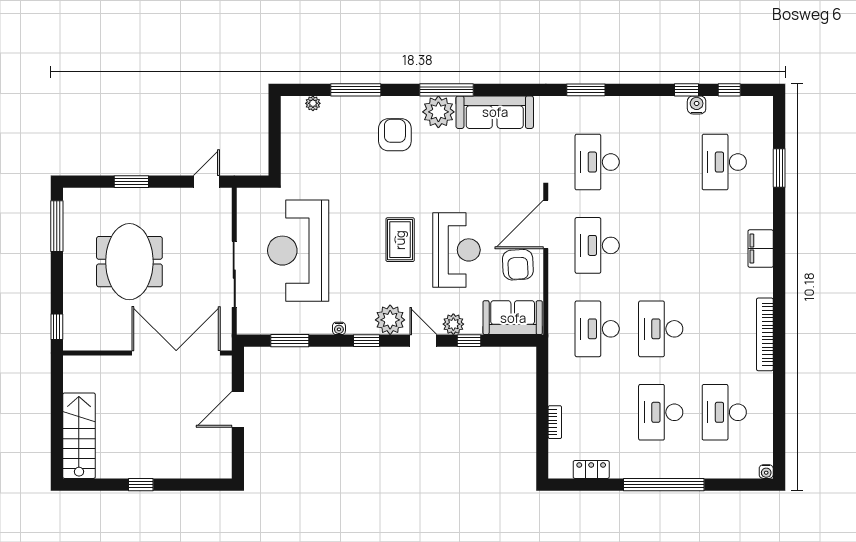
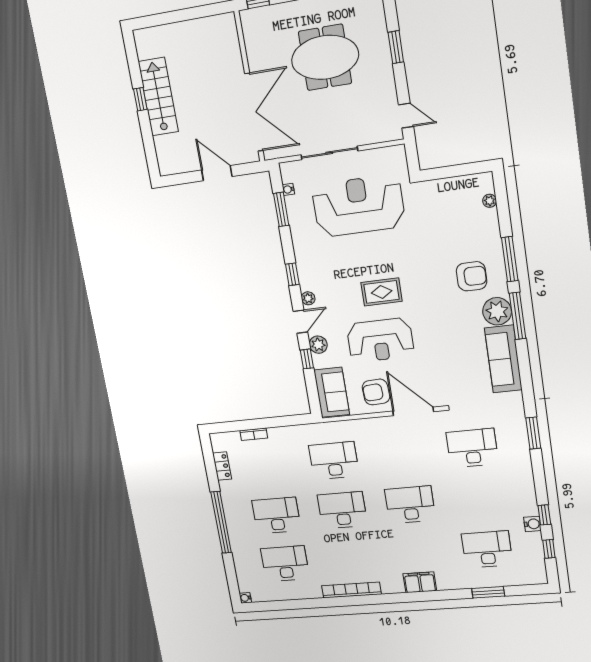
window: (356, 90) -> (510, 259), moved
desk: (597, 245) -> (410, 505), moved
plant: (390, 320) -> (308, 298), width x0.53, depth x0.53
water cooler: (339, 328) -> (288, 189), moved
stairs: (79, 436) -> (158, 97), moved, turned -90

